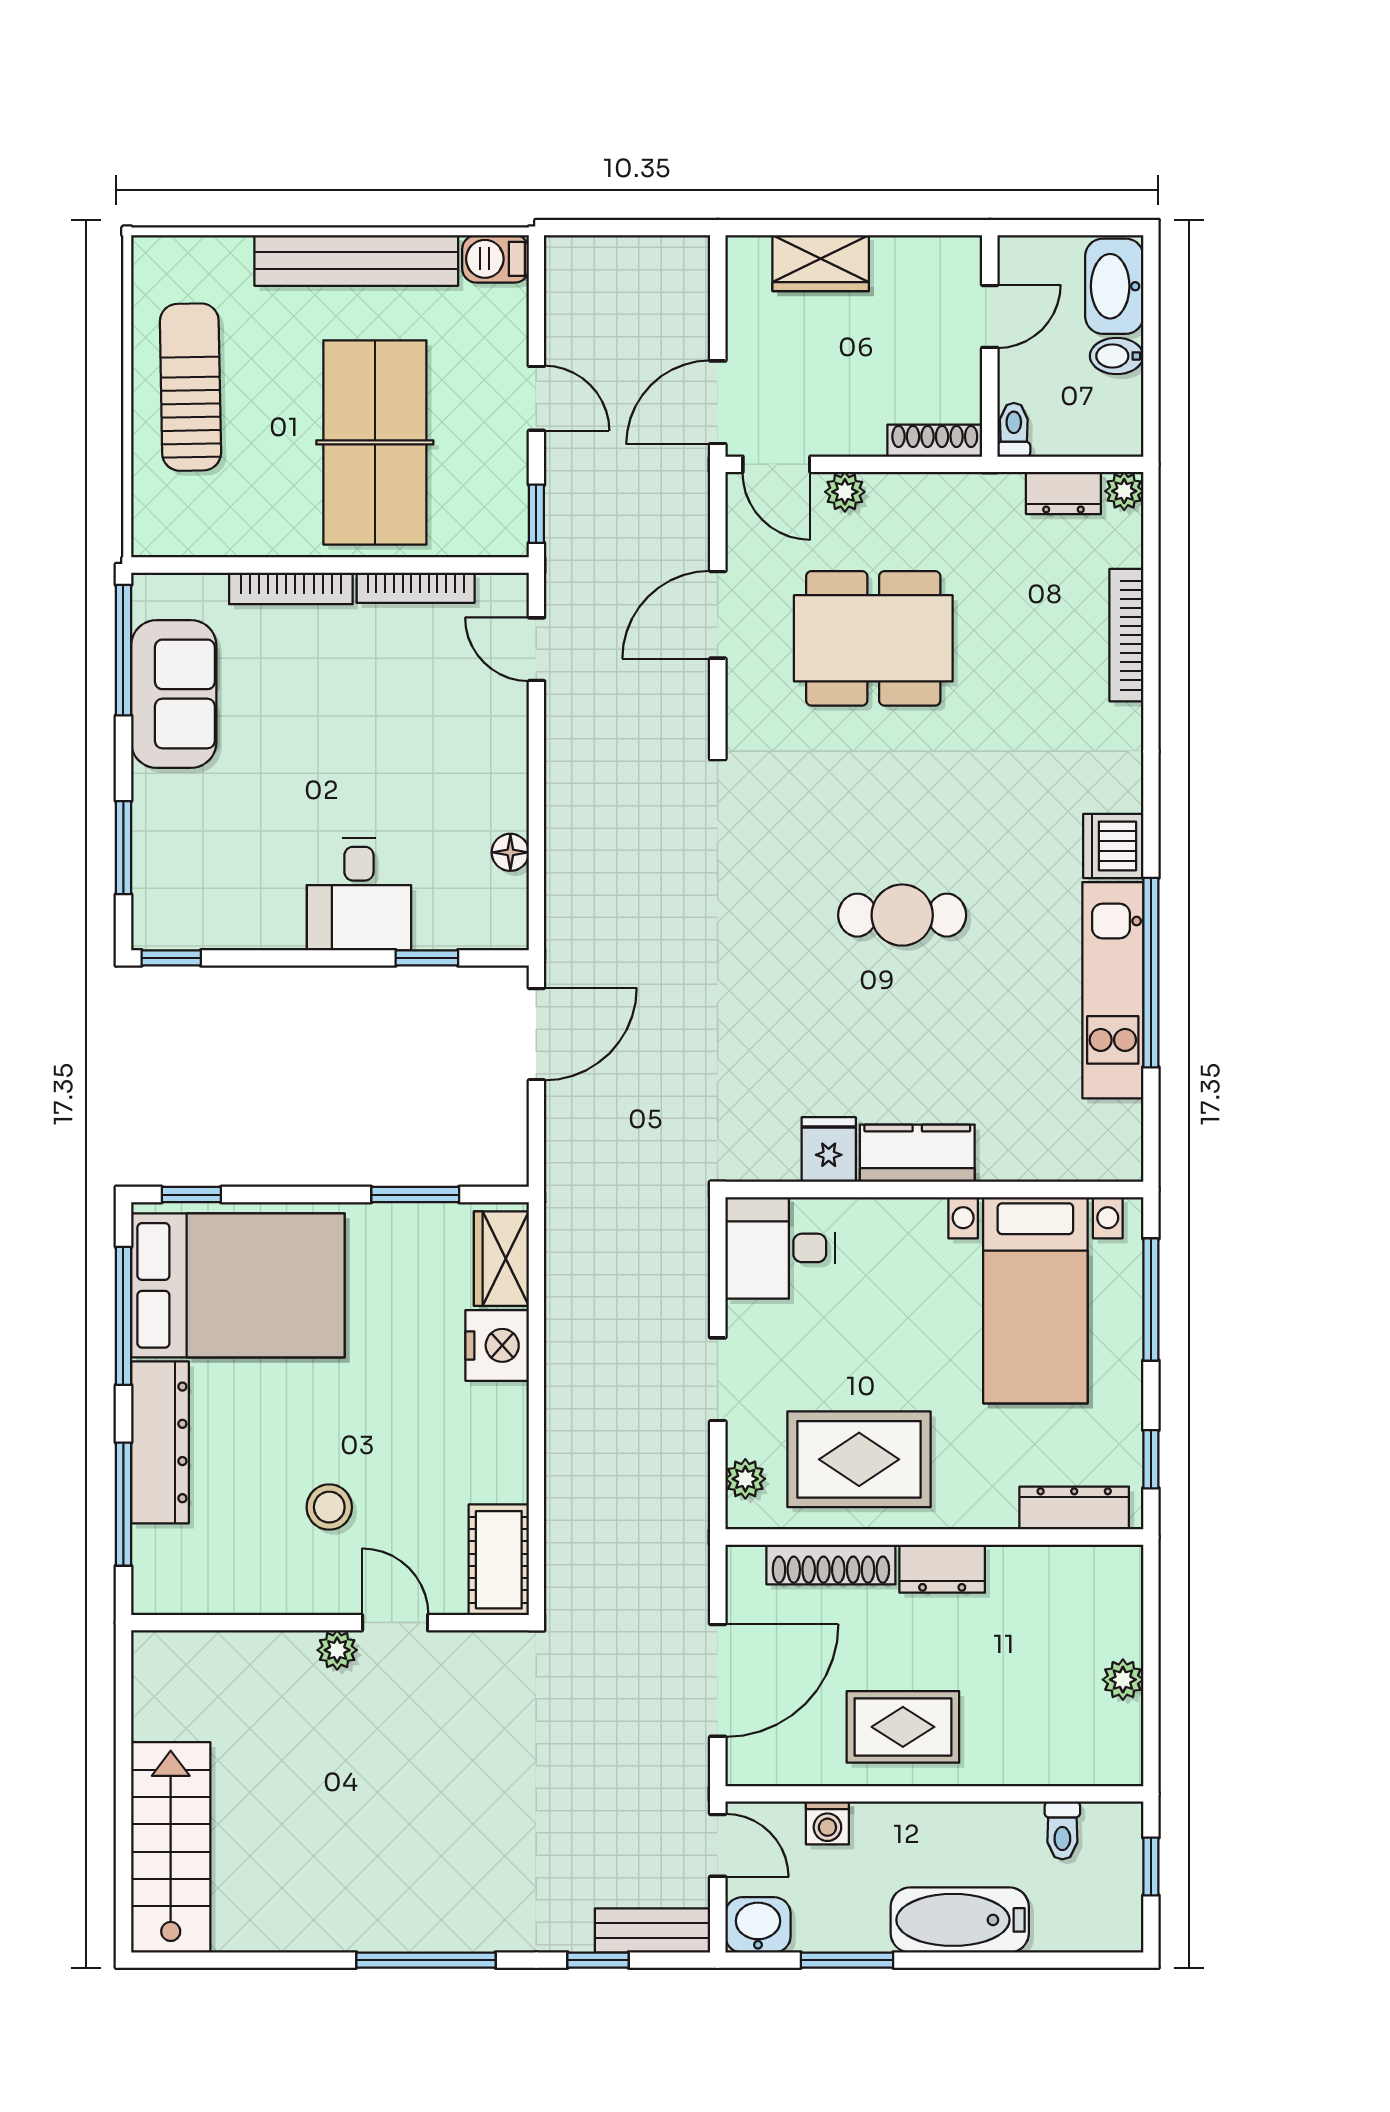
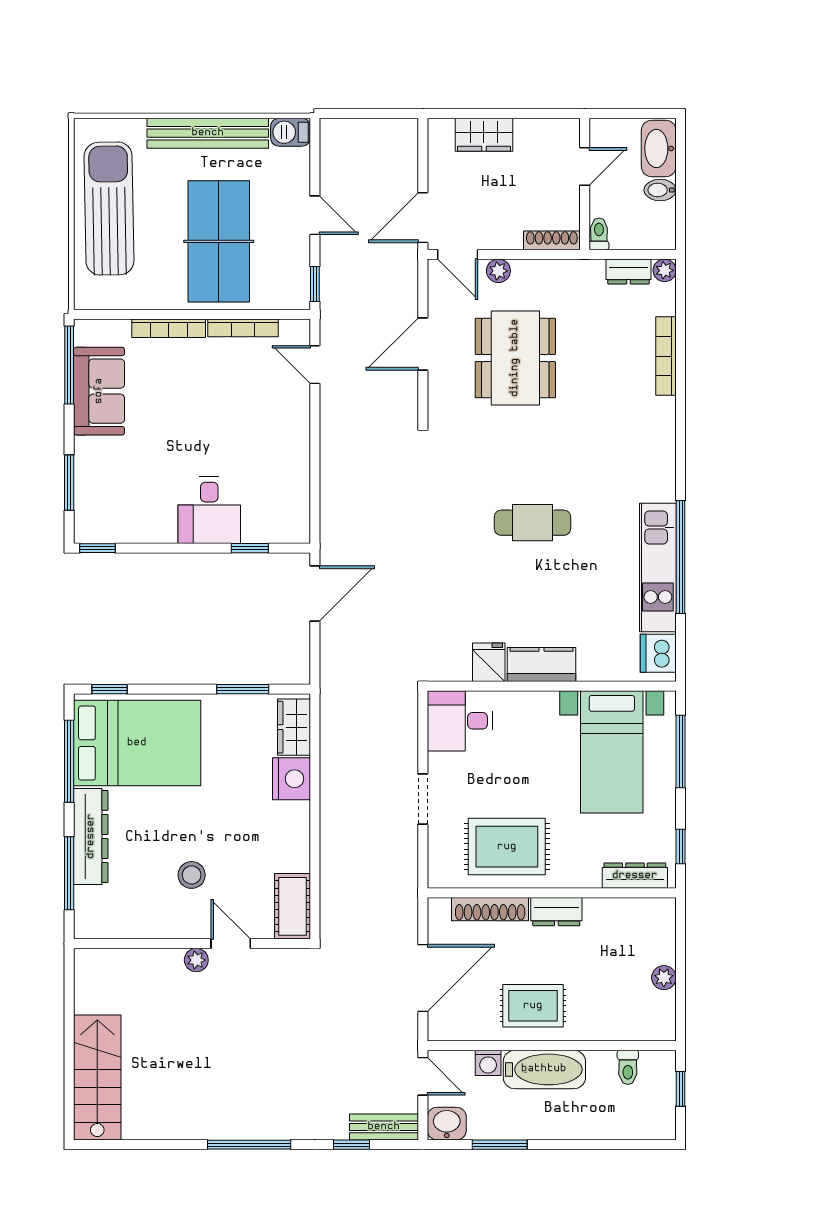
sun lounger: (190, 387) -> (109, 209), width x1.36, depth x1.34
dining table: (873, 638) -> (515, 358), turned 90
dishwasher: (1113, 846) -> (658, 653), moved
floor lamp: (510, 852) -> (299, 485), removed
plant: (745, 1479) -> (439, 858), removed
bathtub: (960, 1920) -> (544, 1069), moved, turned 180

